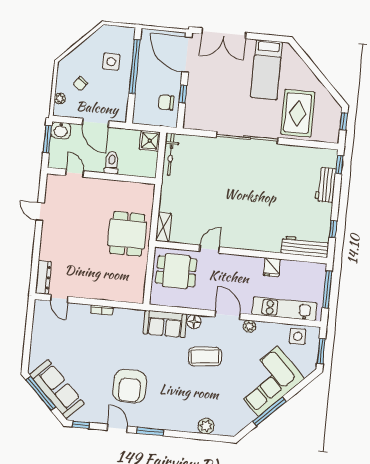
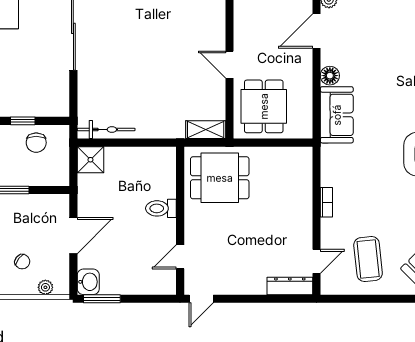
toilet: (112, 163) -> (161, 208), moved
door: (75, 173) -> (180, 257), moved
wall: (101, 176) -> (180, 221), moved
coffee table: (205, 357) -> (368, 259), moved

